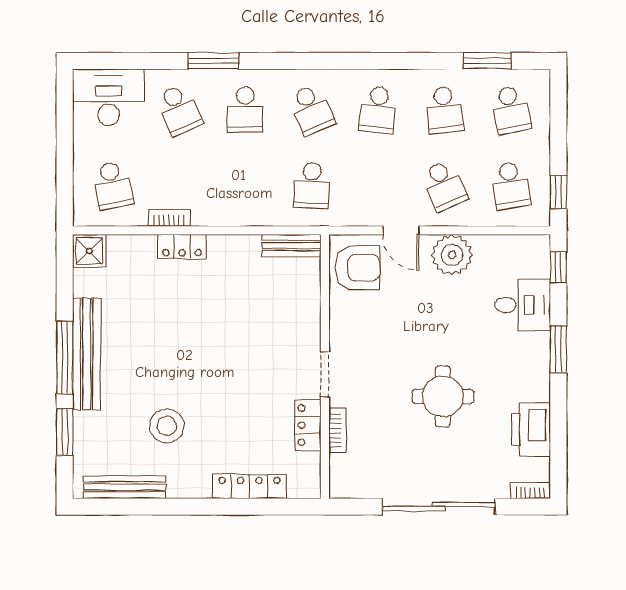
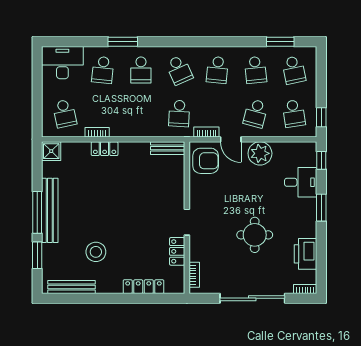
school desk: (179, 110) -> (103, 70), turned 30
school desk: (444, 185) -> (256, 113), turned 39
bookcase: (359, 218) -> (206, 132), added
bookcase: (338, 430) -> (194, 275), moved

